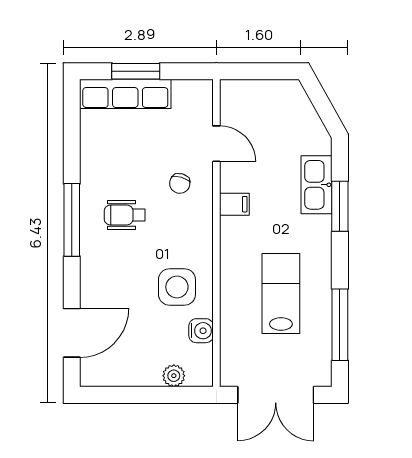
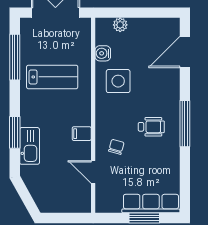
lab bench: (281, 293) -> (52, 77), turned -90

